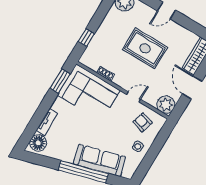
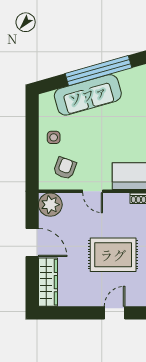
door: (134, 97) -> (93, 191), hinge flipped
armchair: (143, 122) -> (65, 168), turned -87

